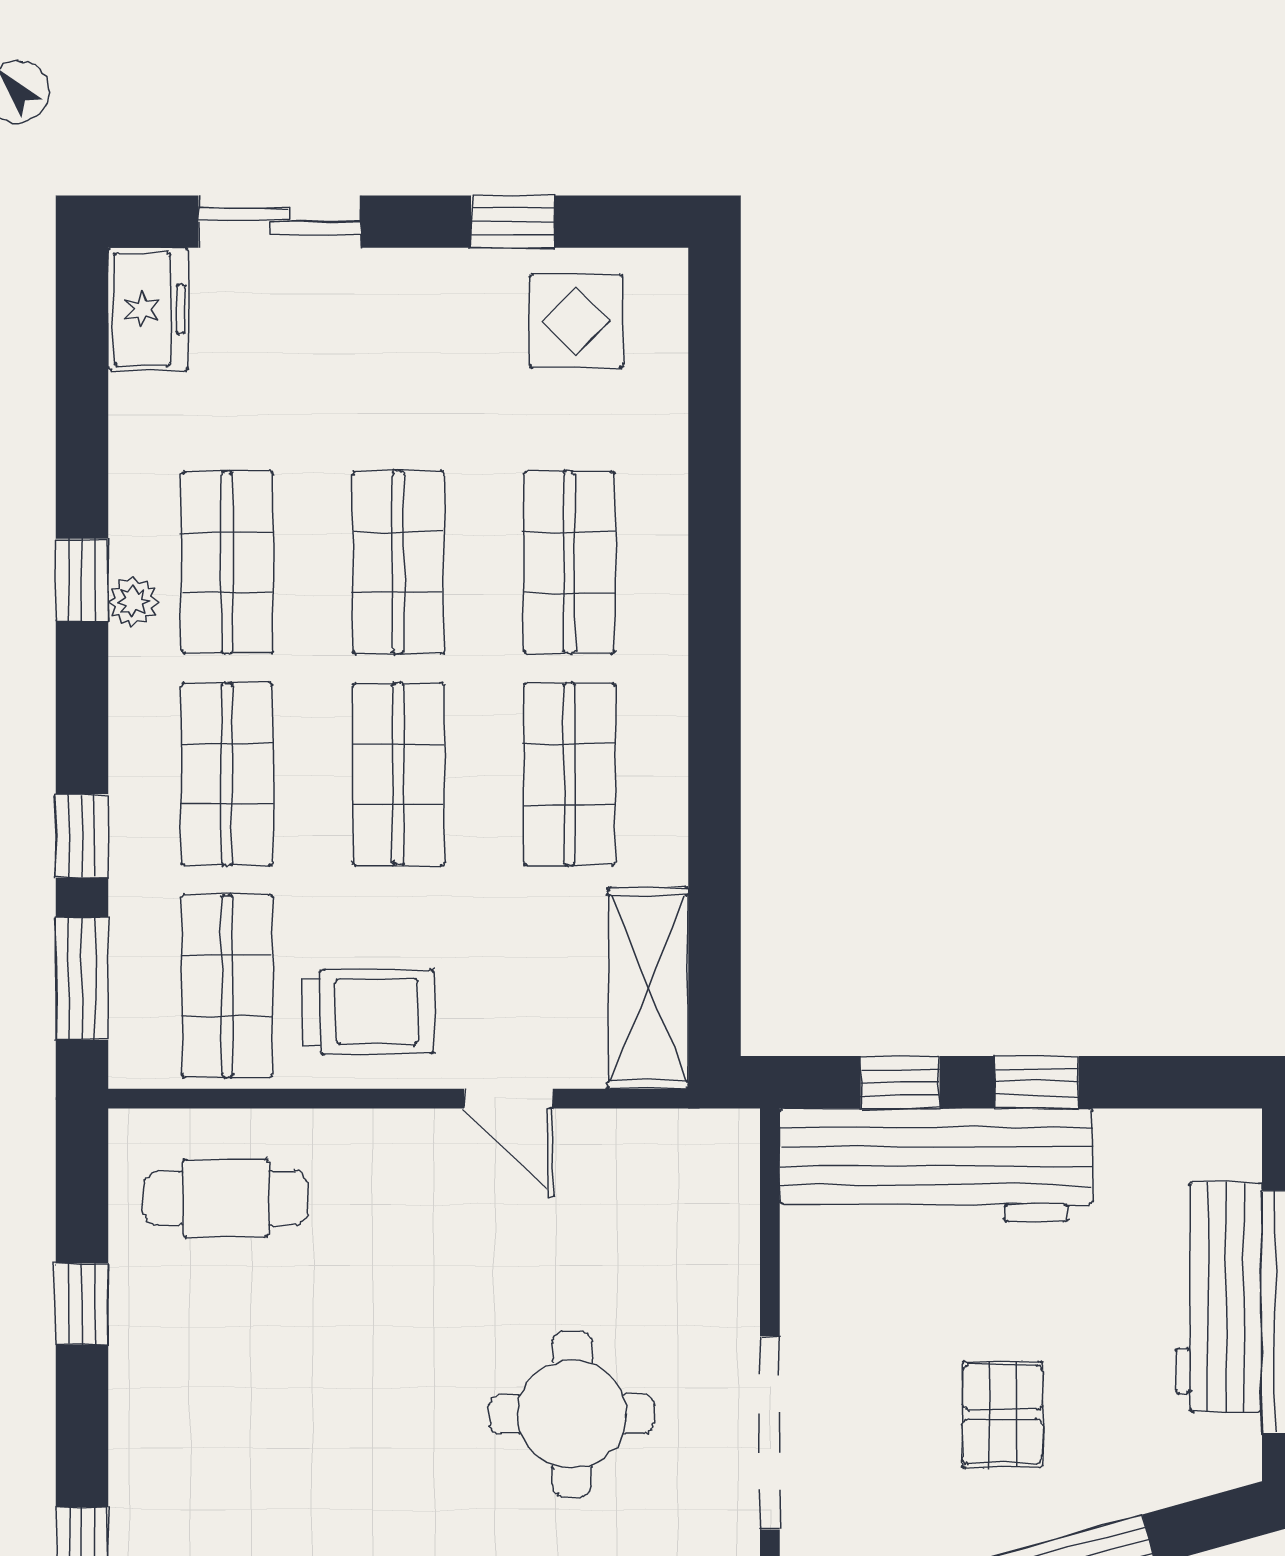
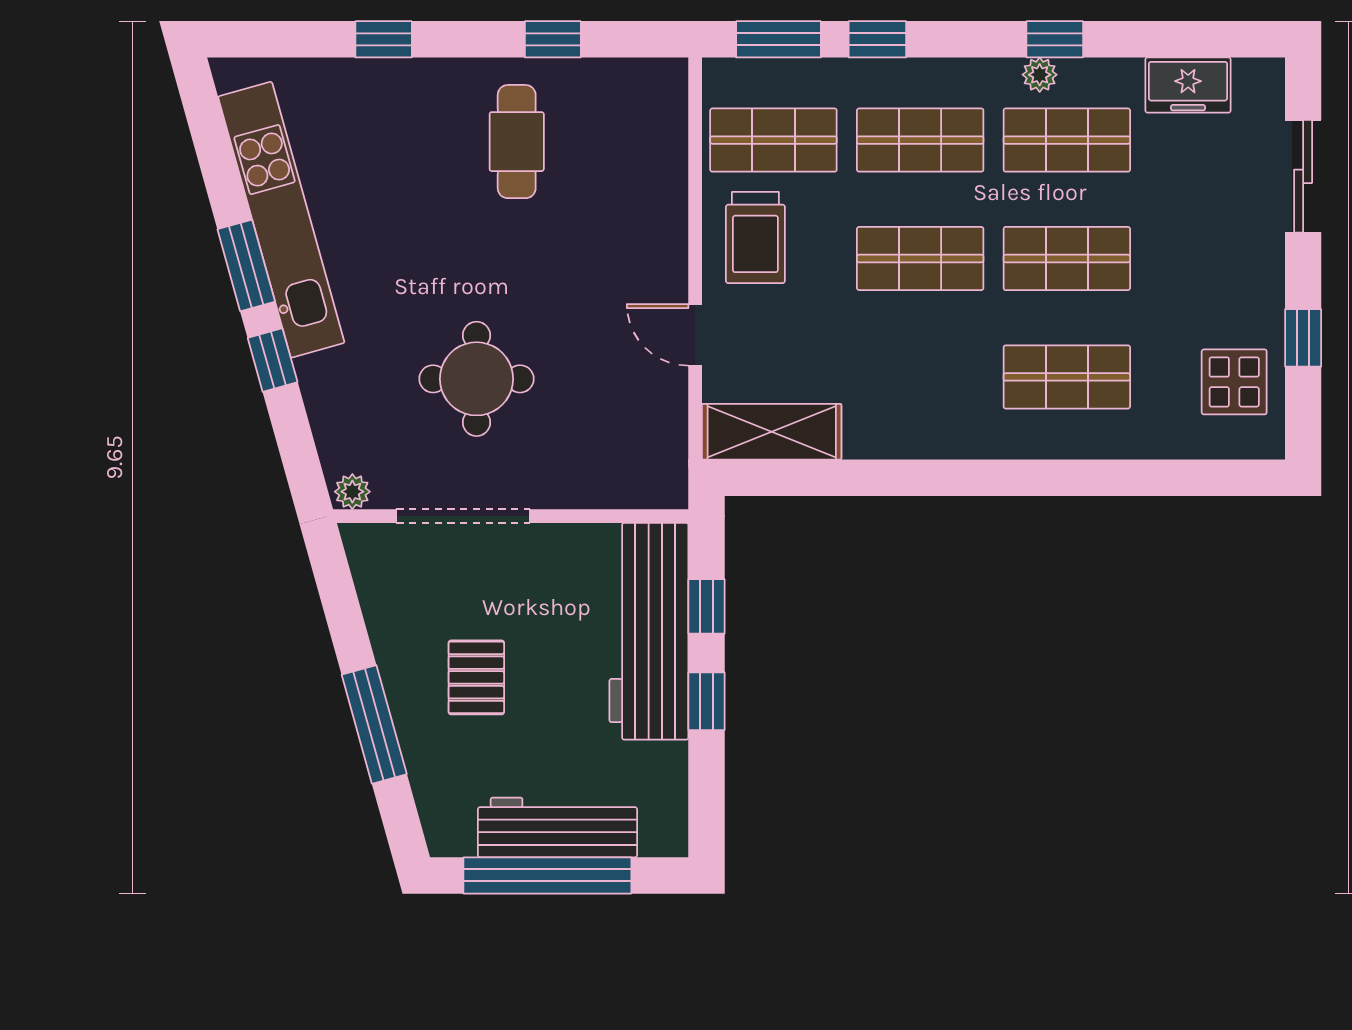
freezer: (148, 309) -> (1188, 85), moved
shop shelf: (569, 774) -> (920, 377), removed
door: (508, 1099) -> (695, 335), hinge flipped
cafe table: (226, 1198) -> (517, 142), moved
pallet: (1003, 1414) -> (476, 677), turned 90

